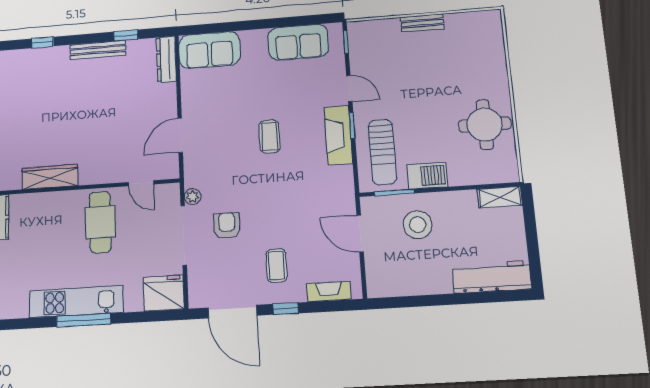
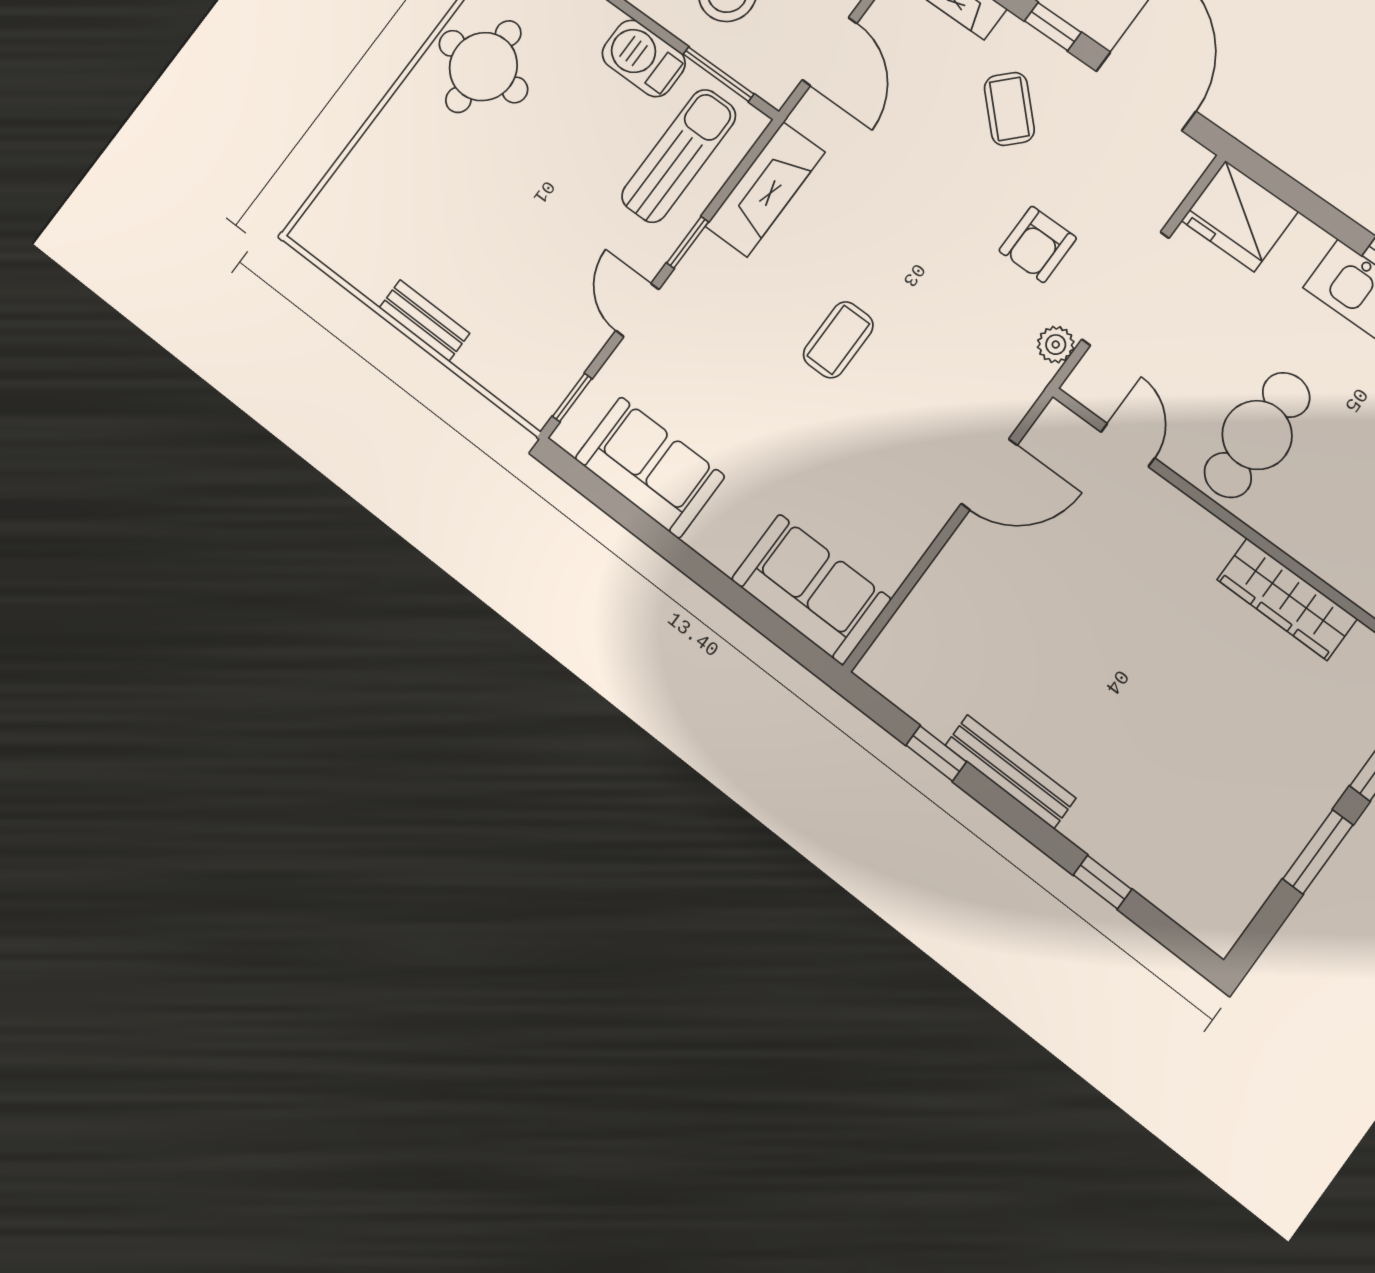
dresser: (166, 59) -> (900, 640), removed
fireplace: (338, 135) -> (765, 189), moved
coffee table: (277, 266) -> (1009, 109), turned -45

